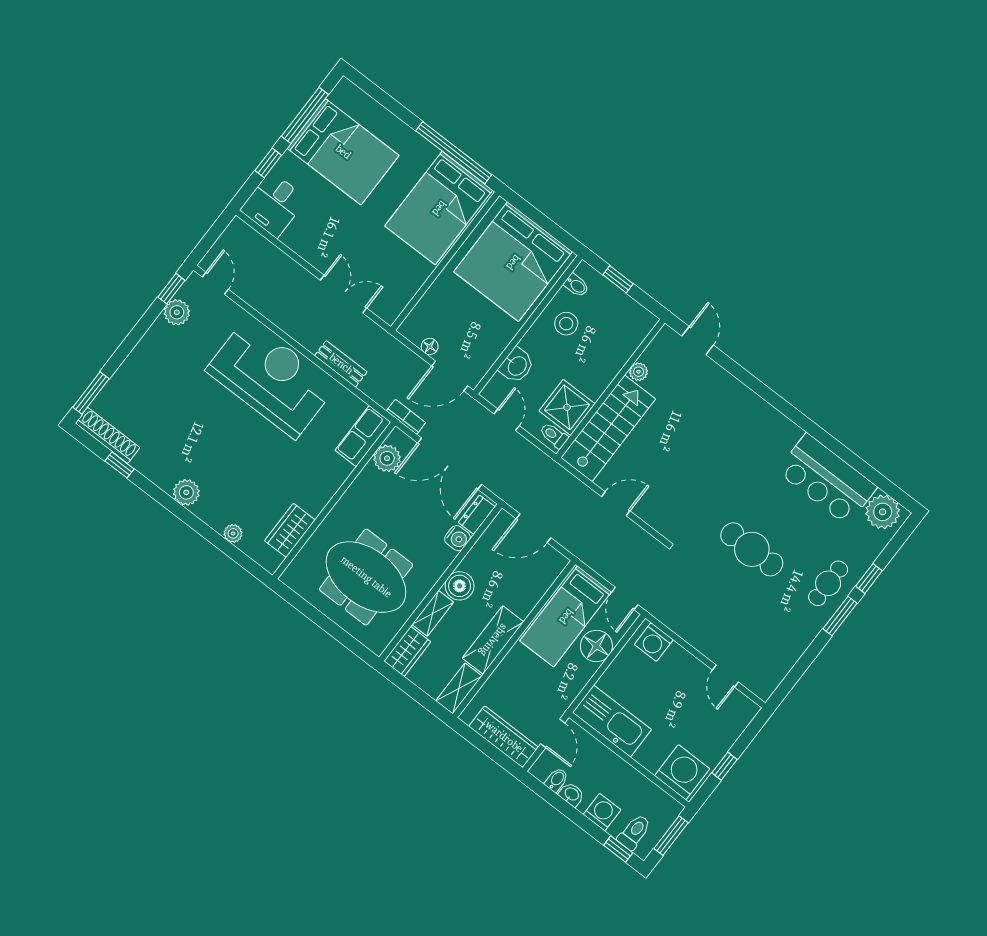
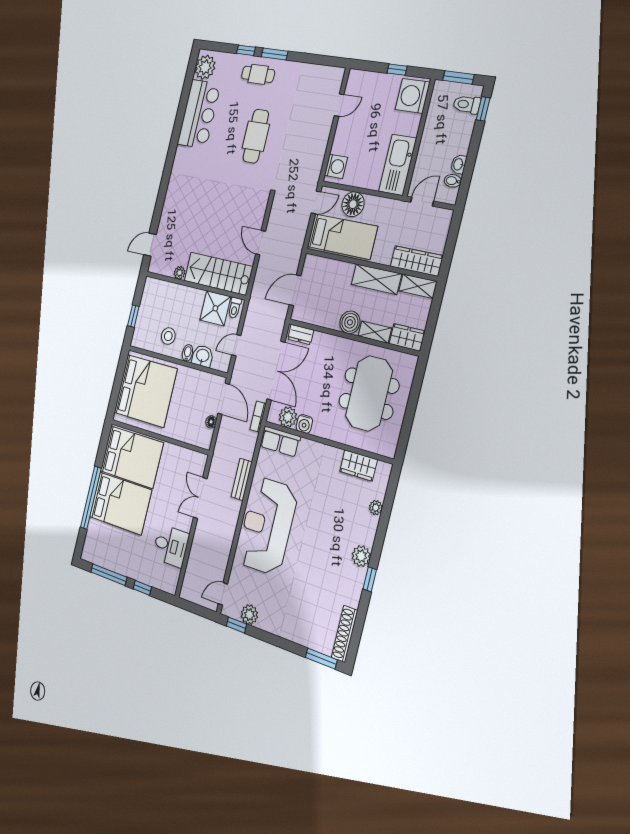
bed: (343, 152) -> (120, 503), moved, turned 90
window: (454, 153) -> (91, 498), moved
desk: (274, 204) -> (171, 546), moved
bidet: (576, 285) -> (187, 353), moved
window: (120, 465) -> (370, 579), moved
door: (533, 528) -> (295, 290), swing flipped
water cooler: (457, 538) -> (304, 424), moved, turned 180
wardrobe: (504, 737) -> (417, 261), moved, turned 90
washing machine: (602, 812) -> (462, 135), removed

